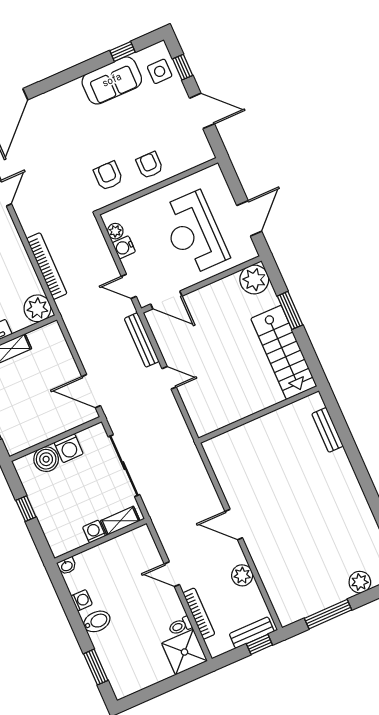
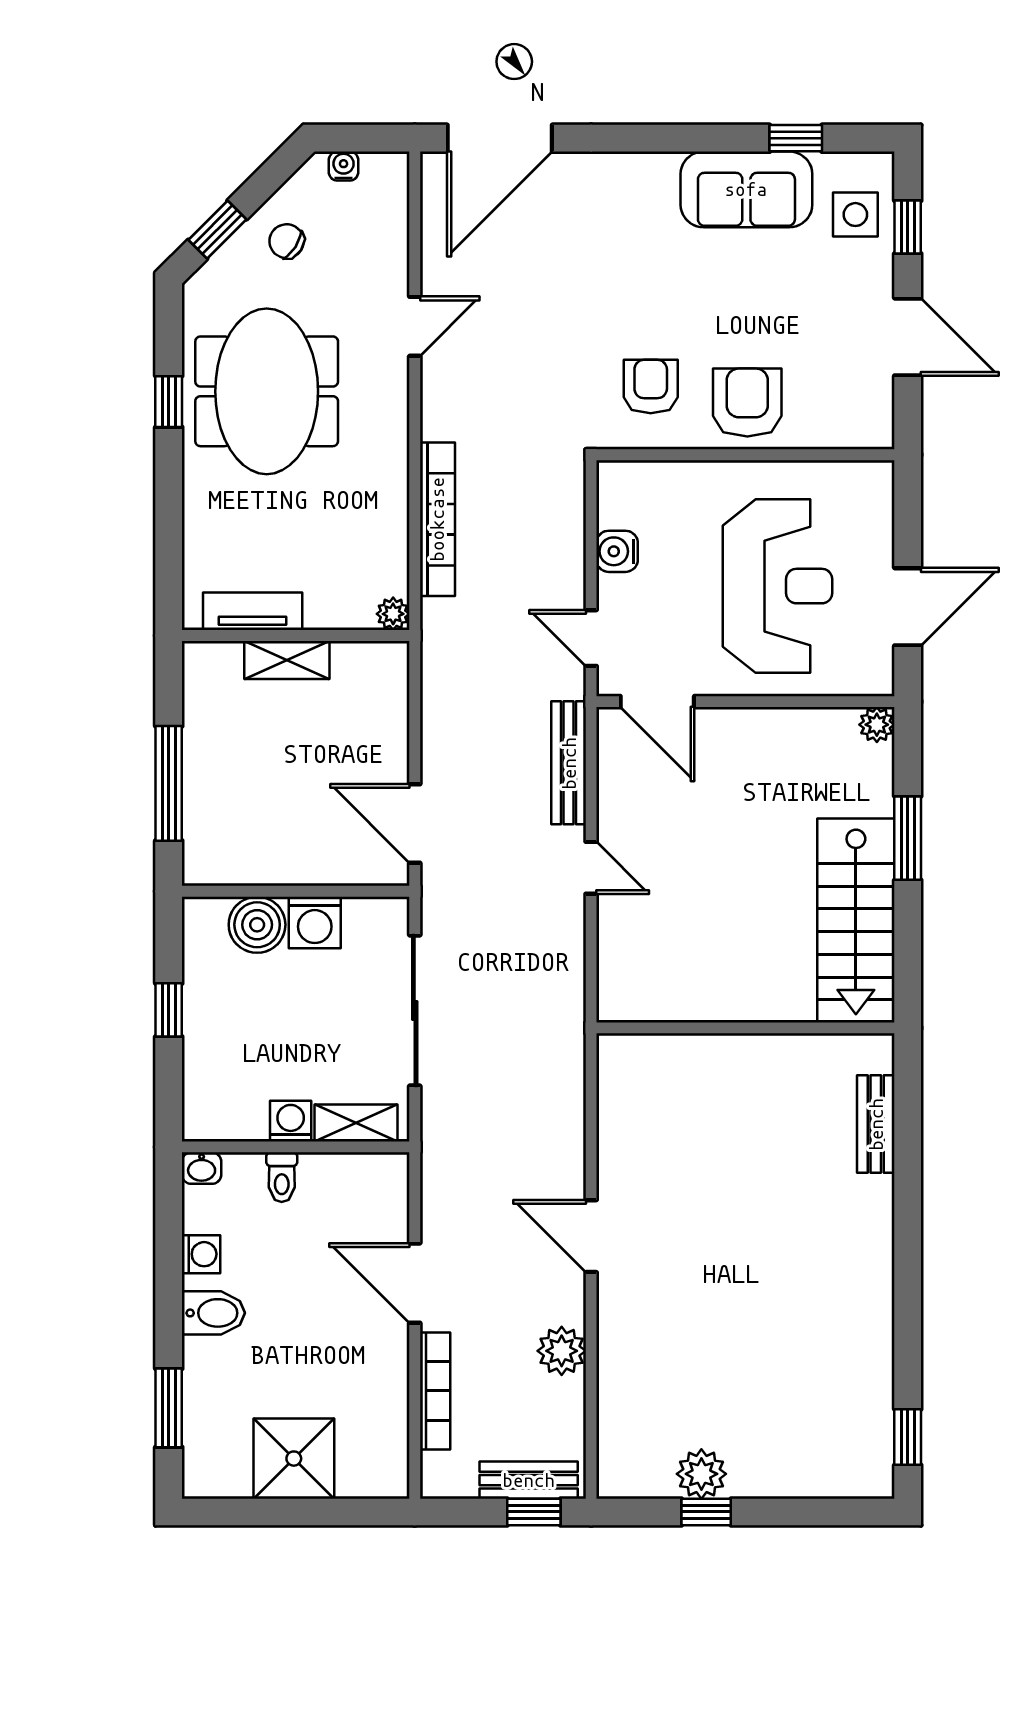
armchair: (150, 165) -> (747, 402), width x1.38, depth x1.38
plant: (115, 231) -> (614, 509), removed
reception desk: (194, 233) -> (777, 586), turned 180
plant: (254, 280) -> (877, 725), width x0.53, depth x0.53
plant: (37, 308) -> (393, 614), width x0.53, depth x0.53
door: (172, 574) -> (415, 1283), width x1.38
plant: (360, 582) -> (701, 1474), moved
window: (328, 614) -> (706, 1512), width x0.46
toilet: (180, 626) -> (282, 1177), moved, turned -90
shower: (184, 652) -> (294, 1459), moved

